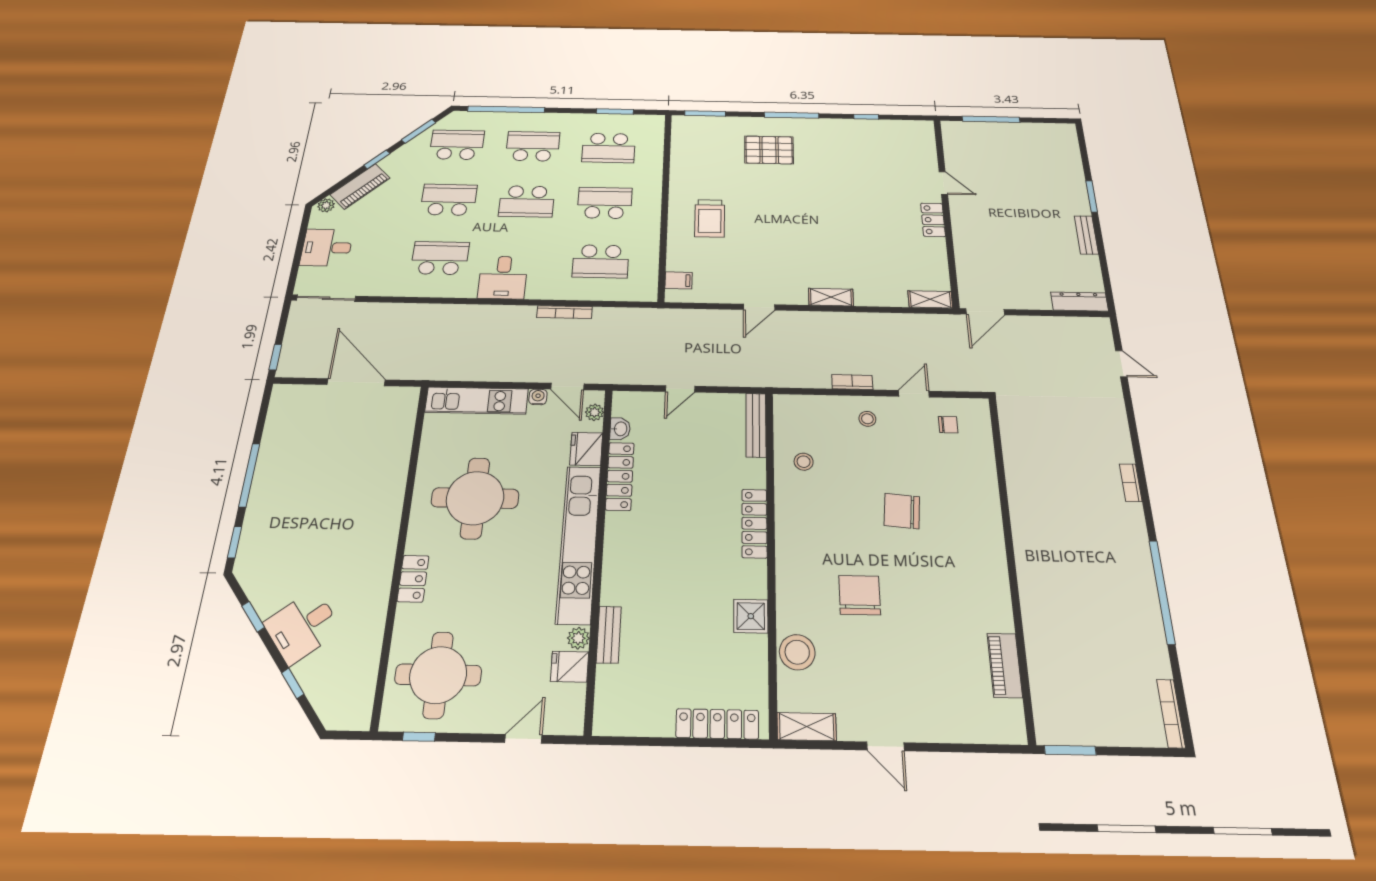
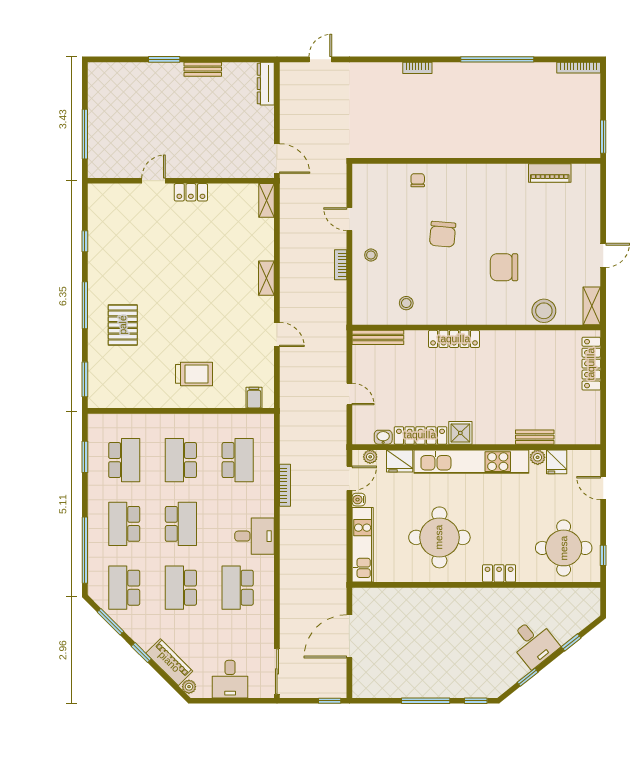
chair: (948, 425) -> (418, 180), moved
shower: (751, 616) -> (460, 433), moved

